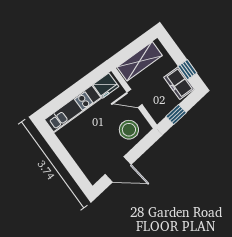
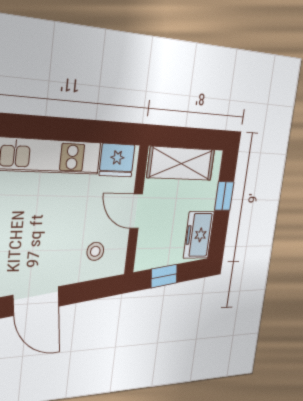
window: (187, 70) -> (224, 196), moved
stool: (129, 130) -> (95, 251), width x0.53, depth x0.53

